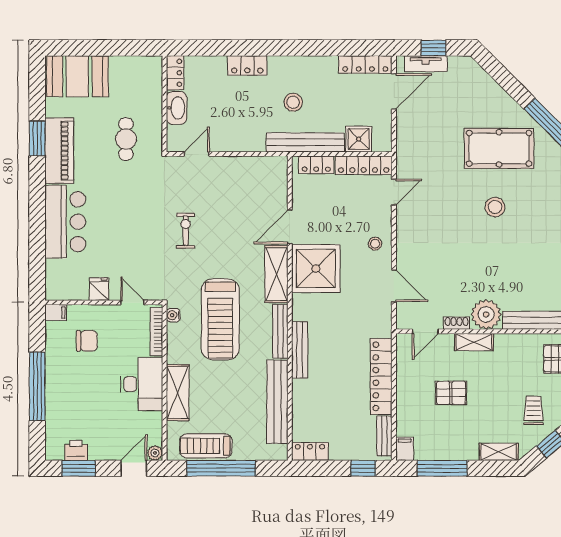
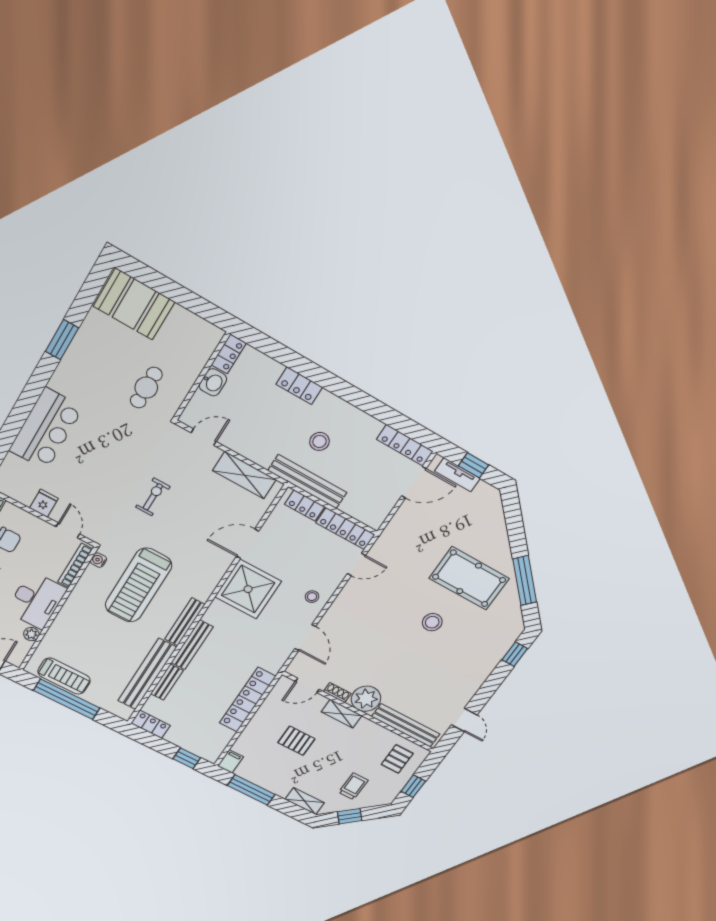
washbasin: (176, 108) -> (213, 382), width x0.72
shower: (359, 139) -> (356, 505), removed
piano: (59, 151) -> (77, 363), removed
shelving: (276, 274) -> (244, 475), moved, turned 90
shelving: (178, 393) -> (65, 623), removed
bench: (384, 436) -> (167, 682), moved
treadmill: (206, 446) -> (64, 676), turned 180
plant: (155, 453) -> (31, 634), moved

